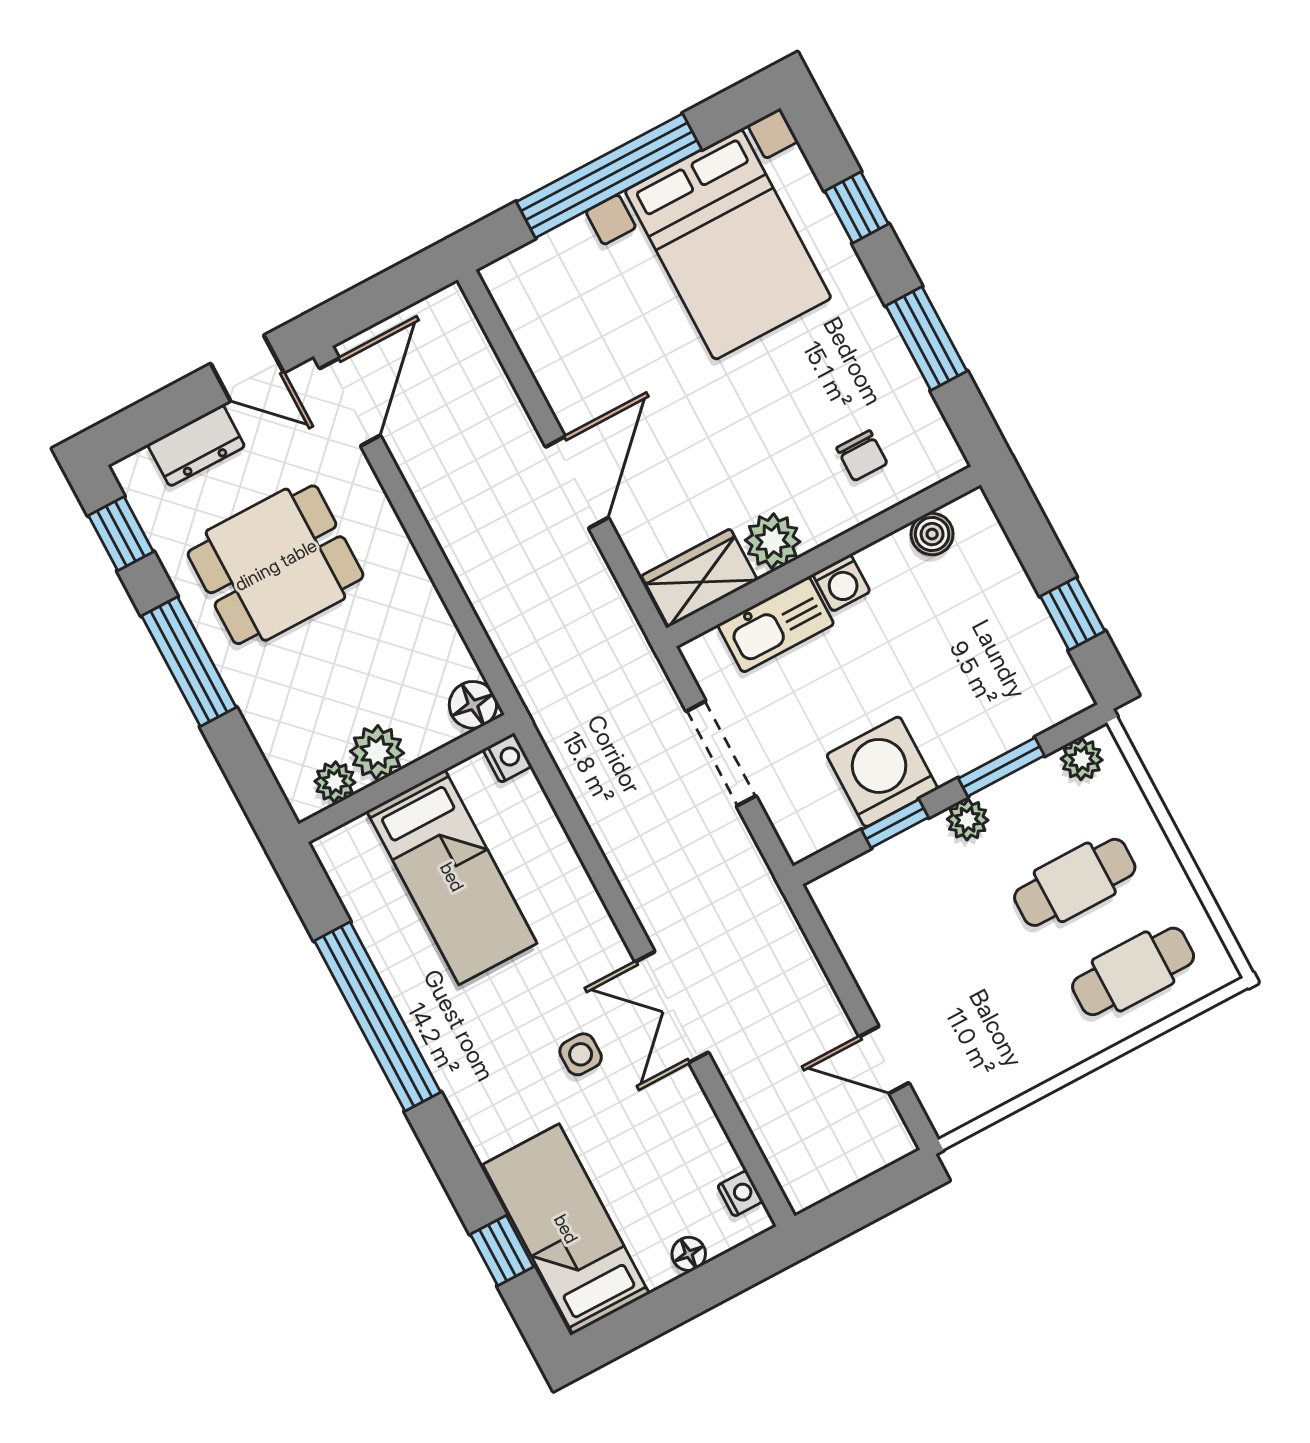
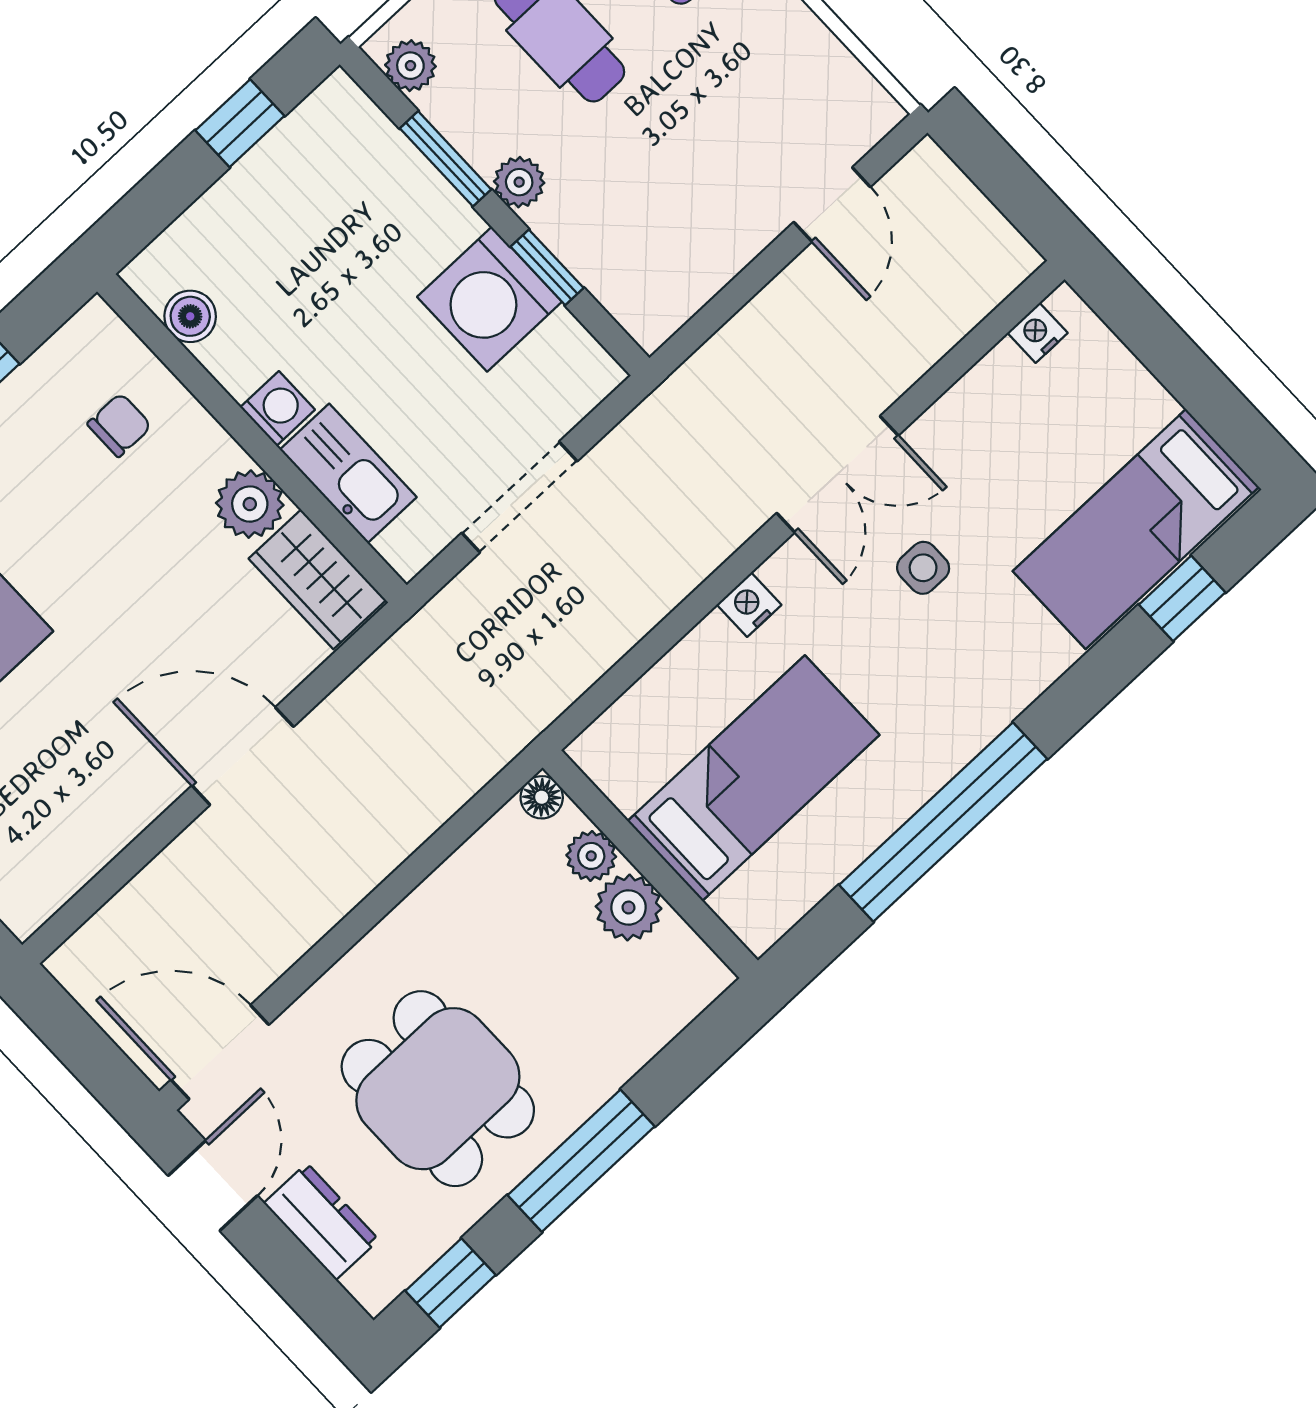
floor lamp: (473, 705) -> (542, 797), width x0.73, depth x0.73
nightstand: (507, 758) -> (749, 605), moved
plant: (335, 782) -> (591, 856), moved
floor lamp: (689, 1254) -> (1126, 375), removed

